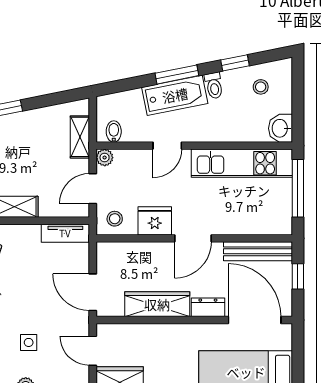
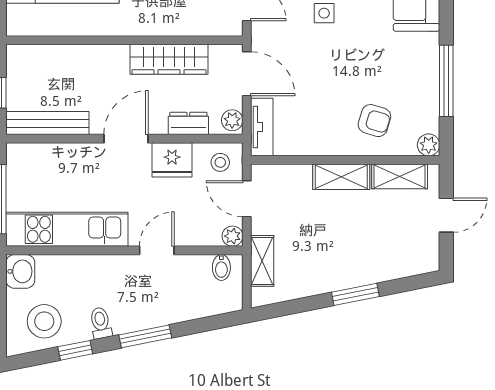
stool: (261, 87) -> (44, 321), width x1.89, depth x1.89
bathtub: (175, 95) -> (148, 311), removed
door: (93, 189) -> (247, 199), swing flipped
tv unit: (65, 233) -> (262, 127), moved, turned 90
plant: (105, 254) -> (232, 120), added
dresser: (208, 307) -> (188, 123), moved, turned 180
door: (255, 320) -> (52, 40), removed

